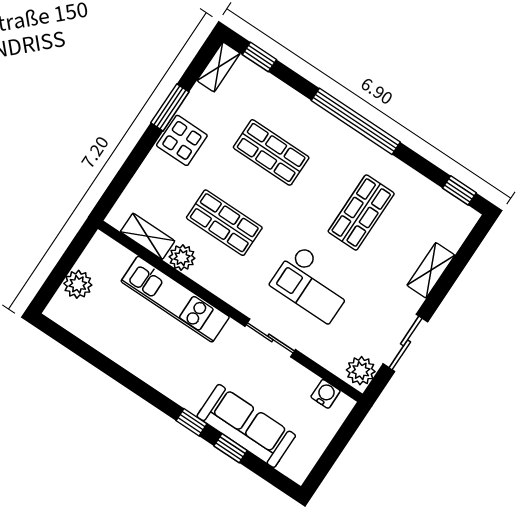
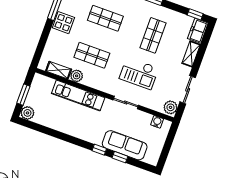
freezer: (456, 226) -> (198, 31), added
window: (62, 269) -> (23, 95), added
plant: (78, 284) -> (27, 113), moved

